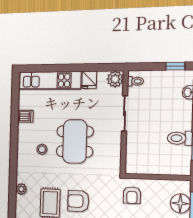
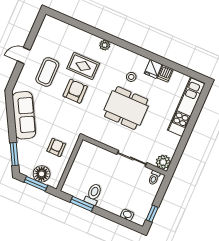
fridge: (89, 80) -> (153, 69), moved, turned -90
armchair: (132, 195) -> (56, 147), moved, turned 90

